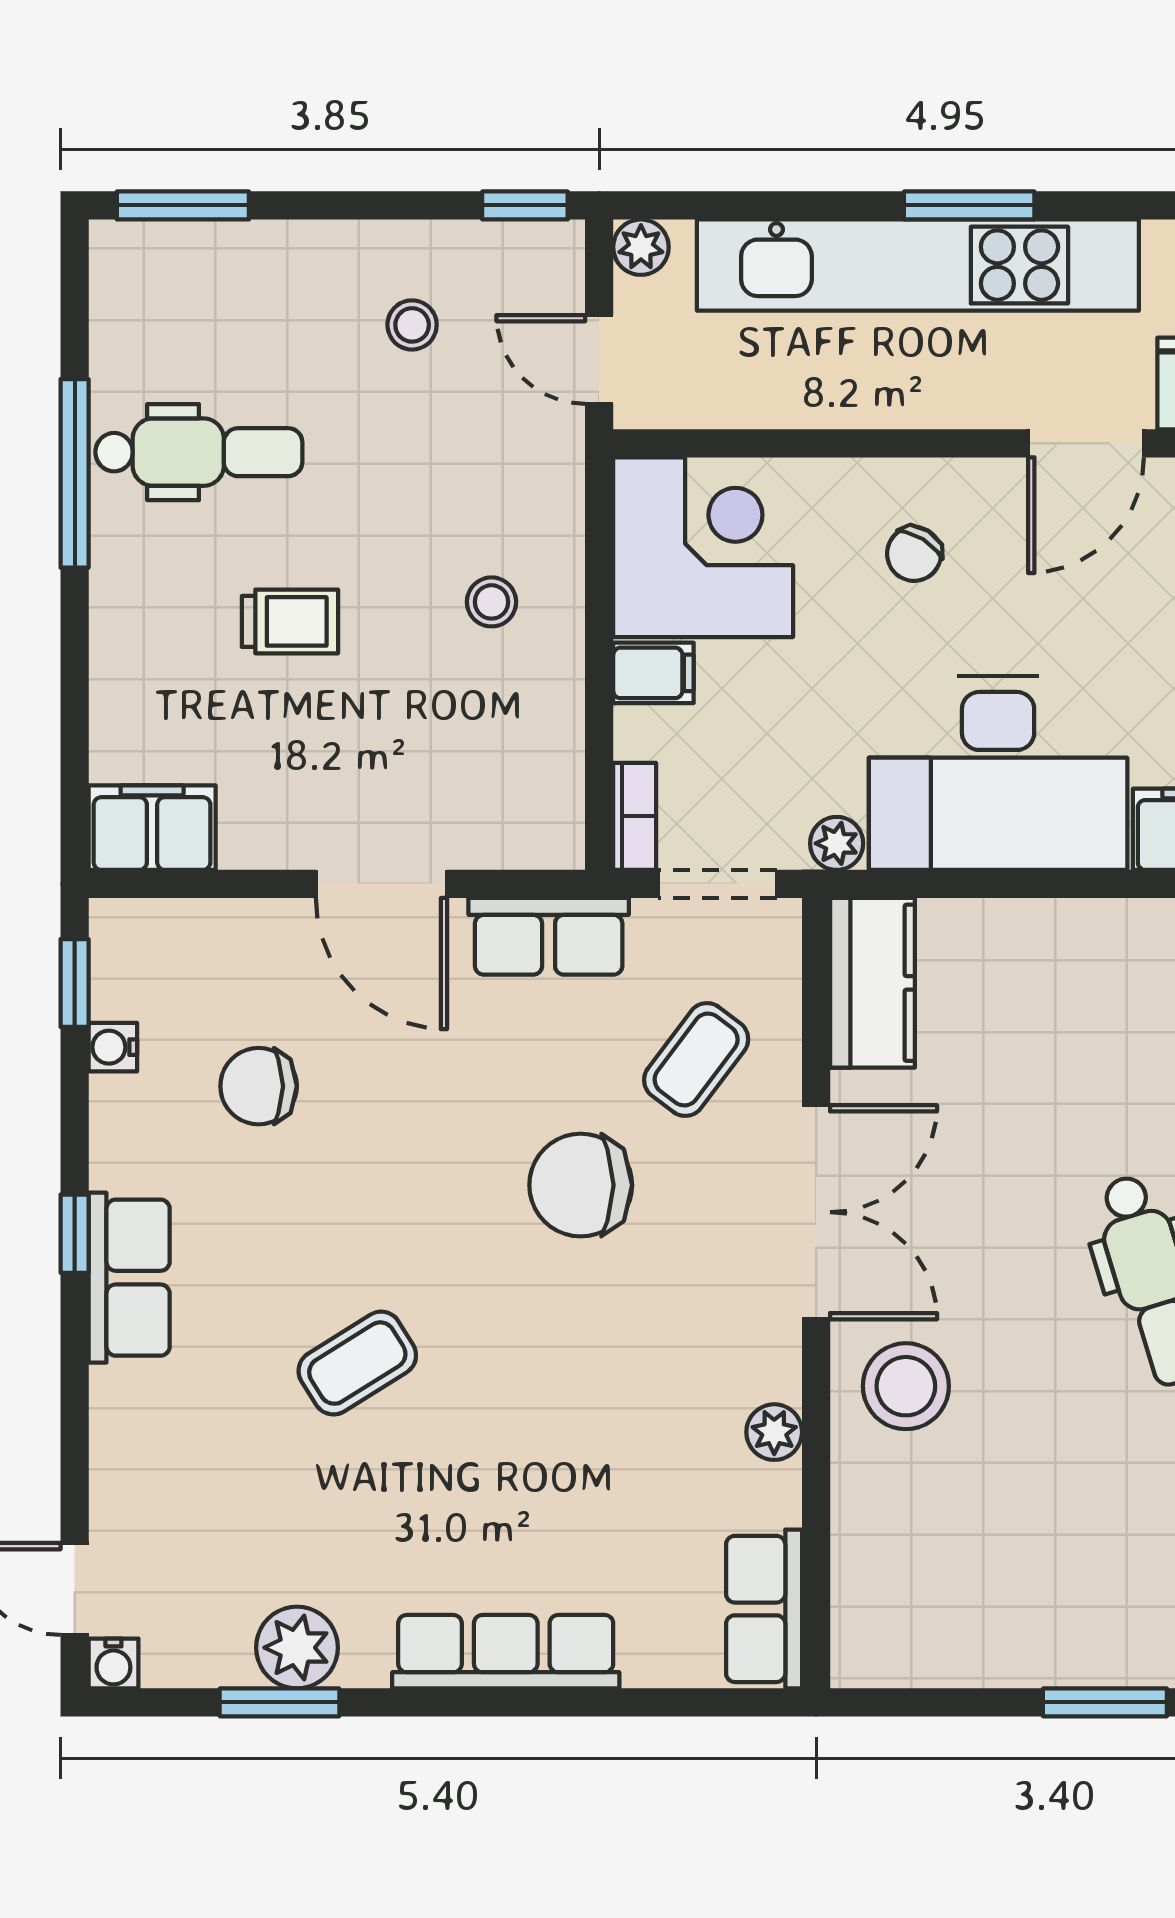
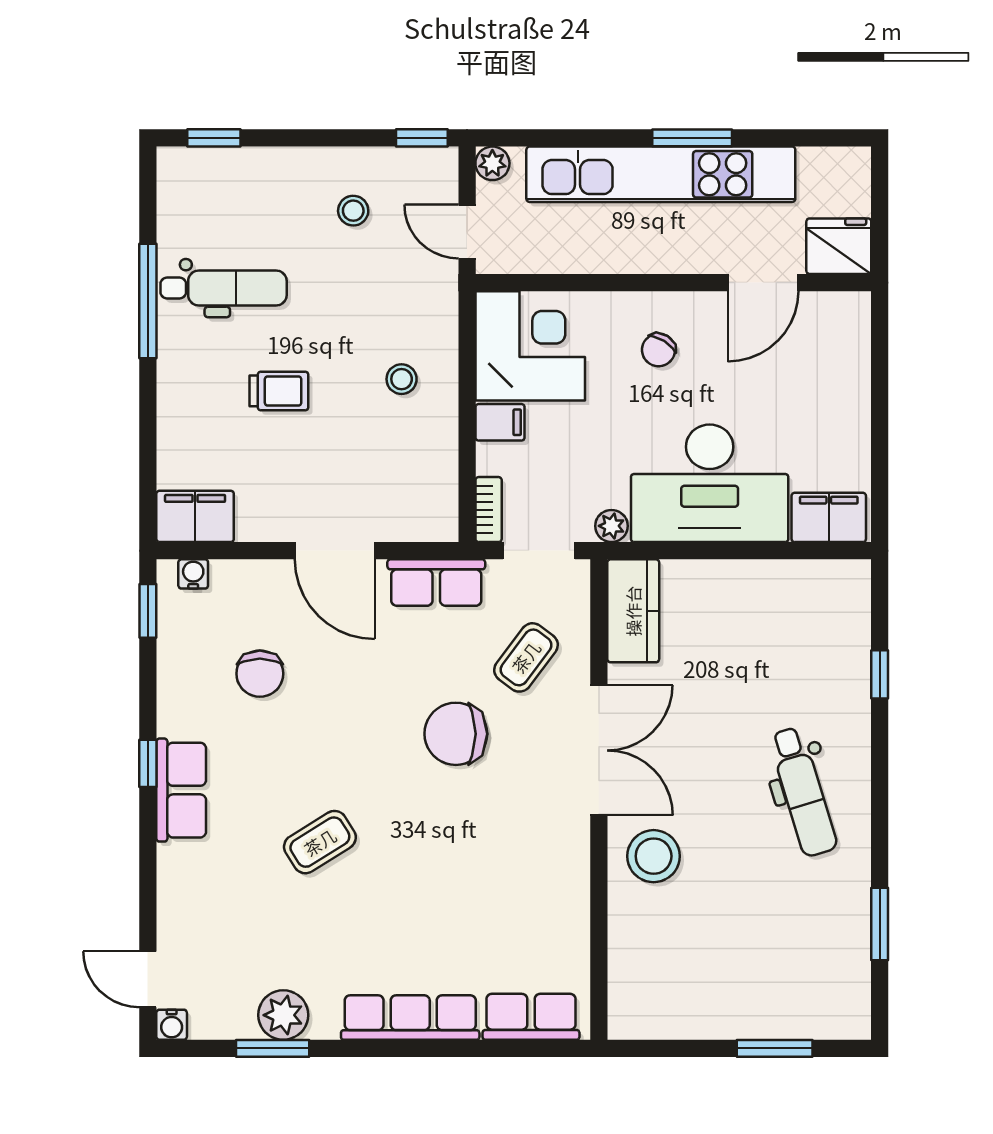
window: (183, 205) -> (214, 138), width x0.67
water cooler: (113, 1047) -> (193, 574), moved, turned 90
chair: (259, 1086) -> (260, 674), turned -90
plant: (774, 1432) -> (573, 884), removed
row of seats: (764, 1609) -> (531, 1017), moved, turned 90

